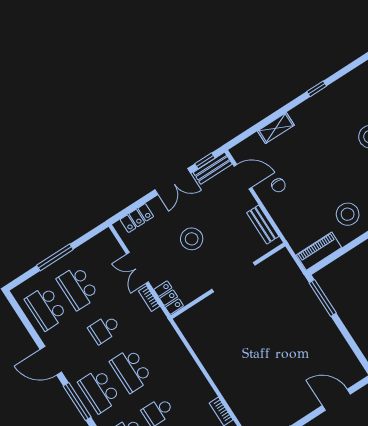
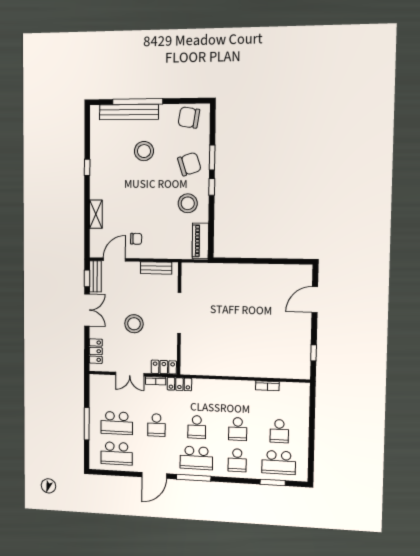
window: (323, 298) -> (235, 261), removed
locker: (162, 324) -> (179, 384), added
school desk: (131, 370) -> (197, 427), width x0.54

